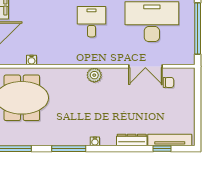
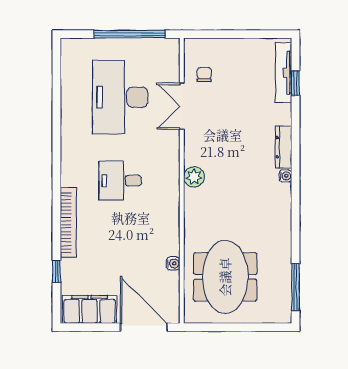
double door: (145, 66) -> (182, 106), swing flipped
dresser: (132, 140) -> (283, 147), moved
window: (69, 149) -> (296, 212), removed

